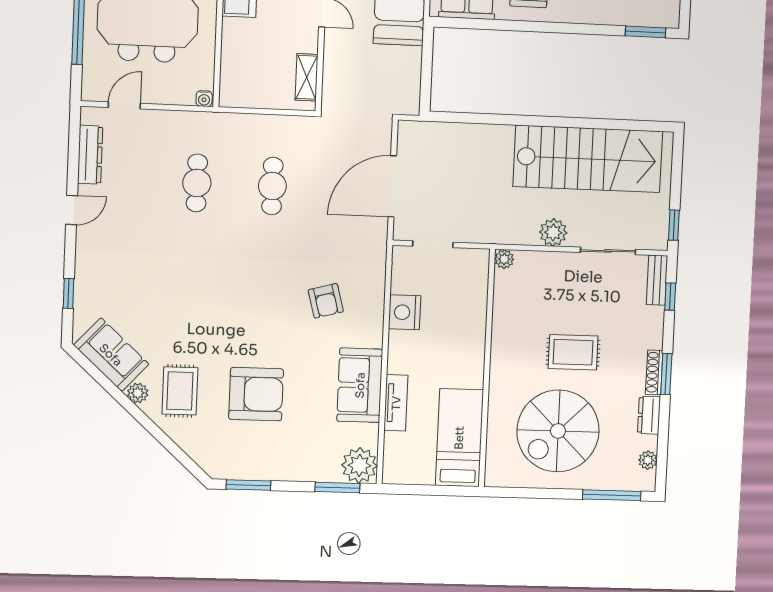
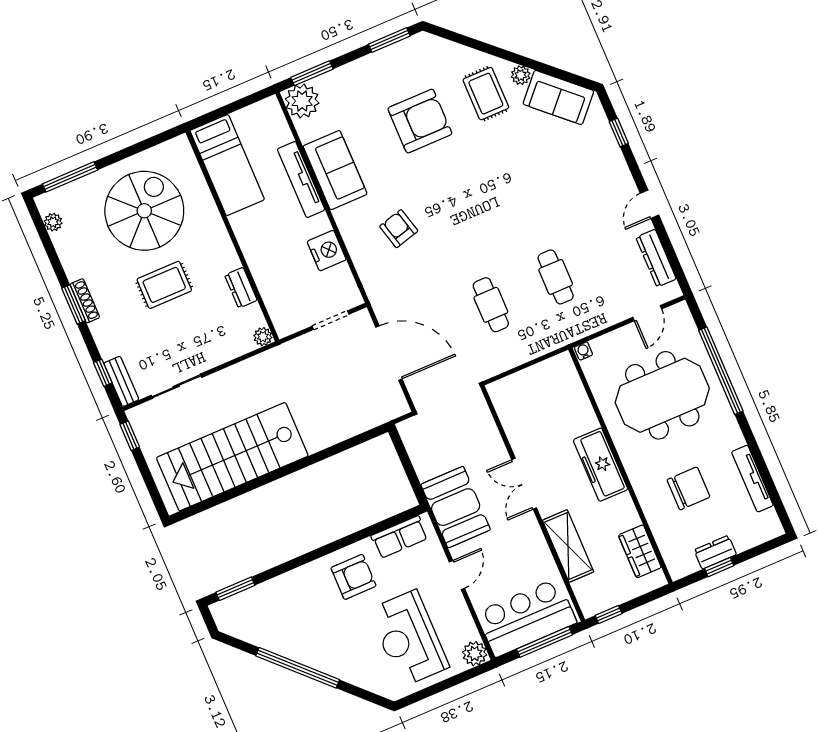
shelving: (307, 77) -> (506, 410), removed
door: (392, 186) -> (389, 353), hinge flipped
plant: (553, 232) -> (232, 380), removed
armchair: (256, 394) -> (420, 121), turned 180
tv unit: (396, 403) -> (301, 180), width x1.41
dresser: (649, 415) -> (241, 288), moved, turned 180

